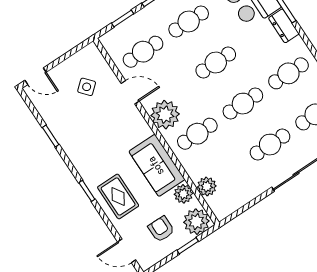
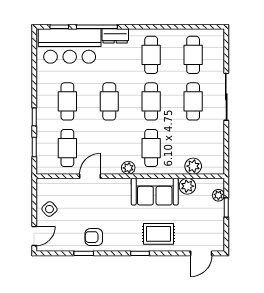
side table: (87, 87) -> (49, 209), moved
plant: (165, 115) -> (128, 168), width x0.53, depth x0.53
plant: (196, 222) -> (218, 195), width x0.53, depth x0.53
armchair: (161, 229) -> (94, 237), moved

